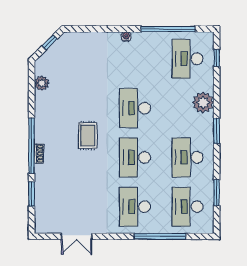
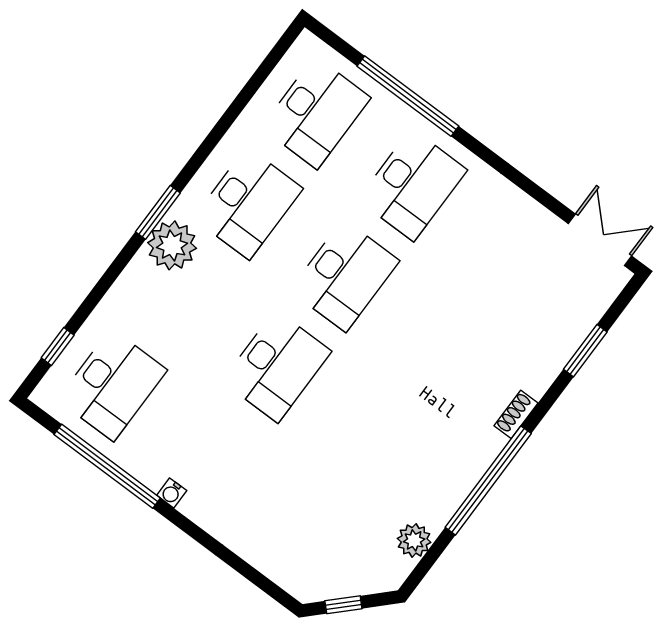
water cooler: (126, 37) -> (172, 493), moved
plant: (203, 102) -> (172, 245), moved
rug: (88, 136) -> (402, 381), removed
window: (32, 146) -> (488, 480), moved
window: (217, 193) -> (243, 99), removed
double door: (77, 236) -> (600, 240), moved

